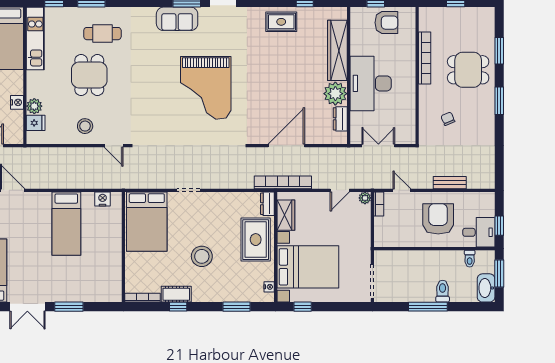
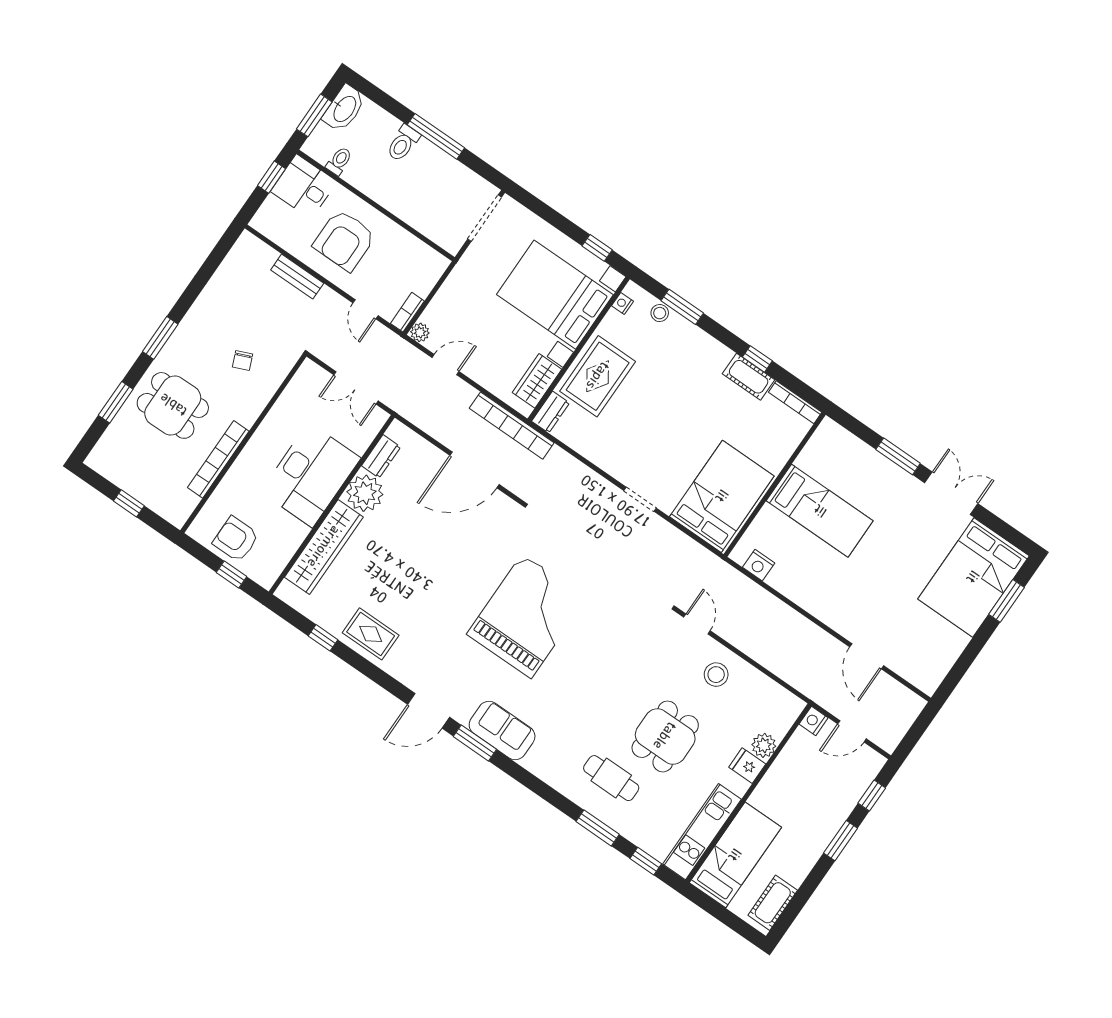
nightstand: (17, 102) -> (814, 721), moved
fridge: (36, 123) -> (747, 766), moved
bed: (66, 224) -> (820, 511), moved, turned 90
stool: (202, 256) -> (660, 313), moved, width x0.53, depth x0.53

